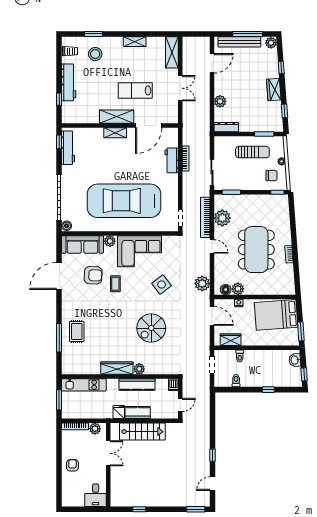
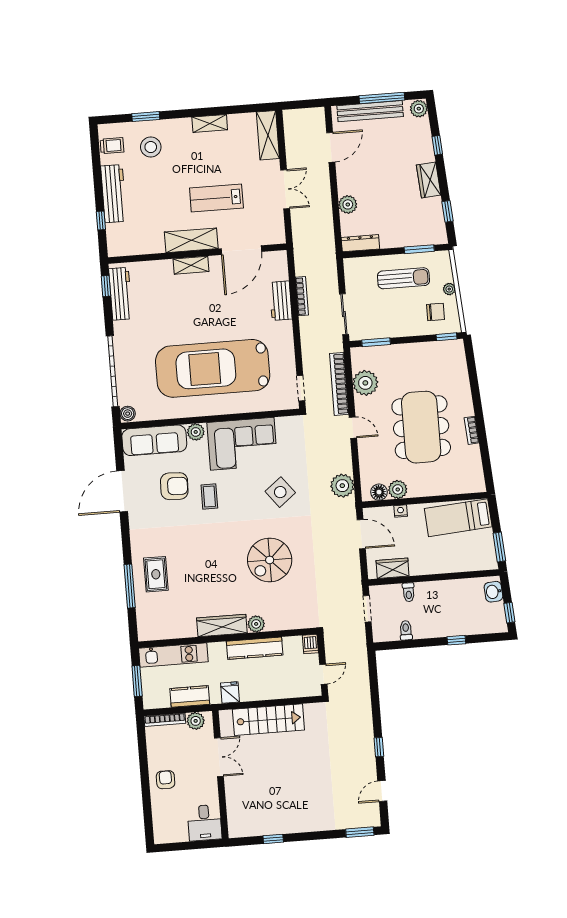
bed: (276, 315) -> (458, 518), width x0.67
kitchen counter: (138, 413) -> (190, 696), moved

